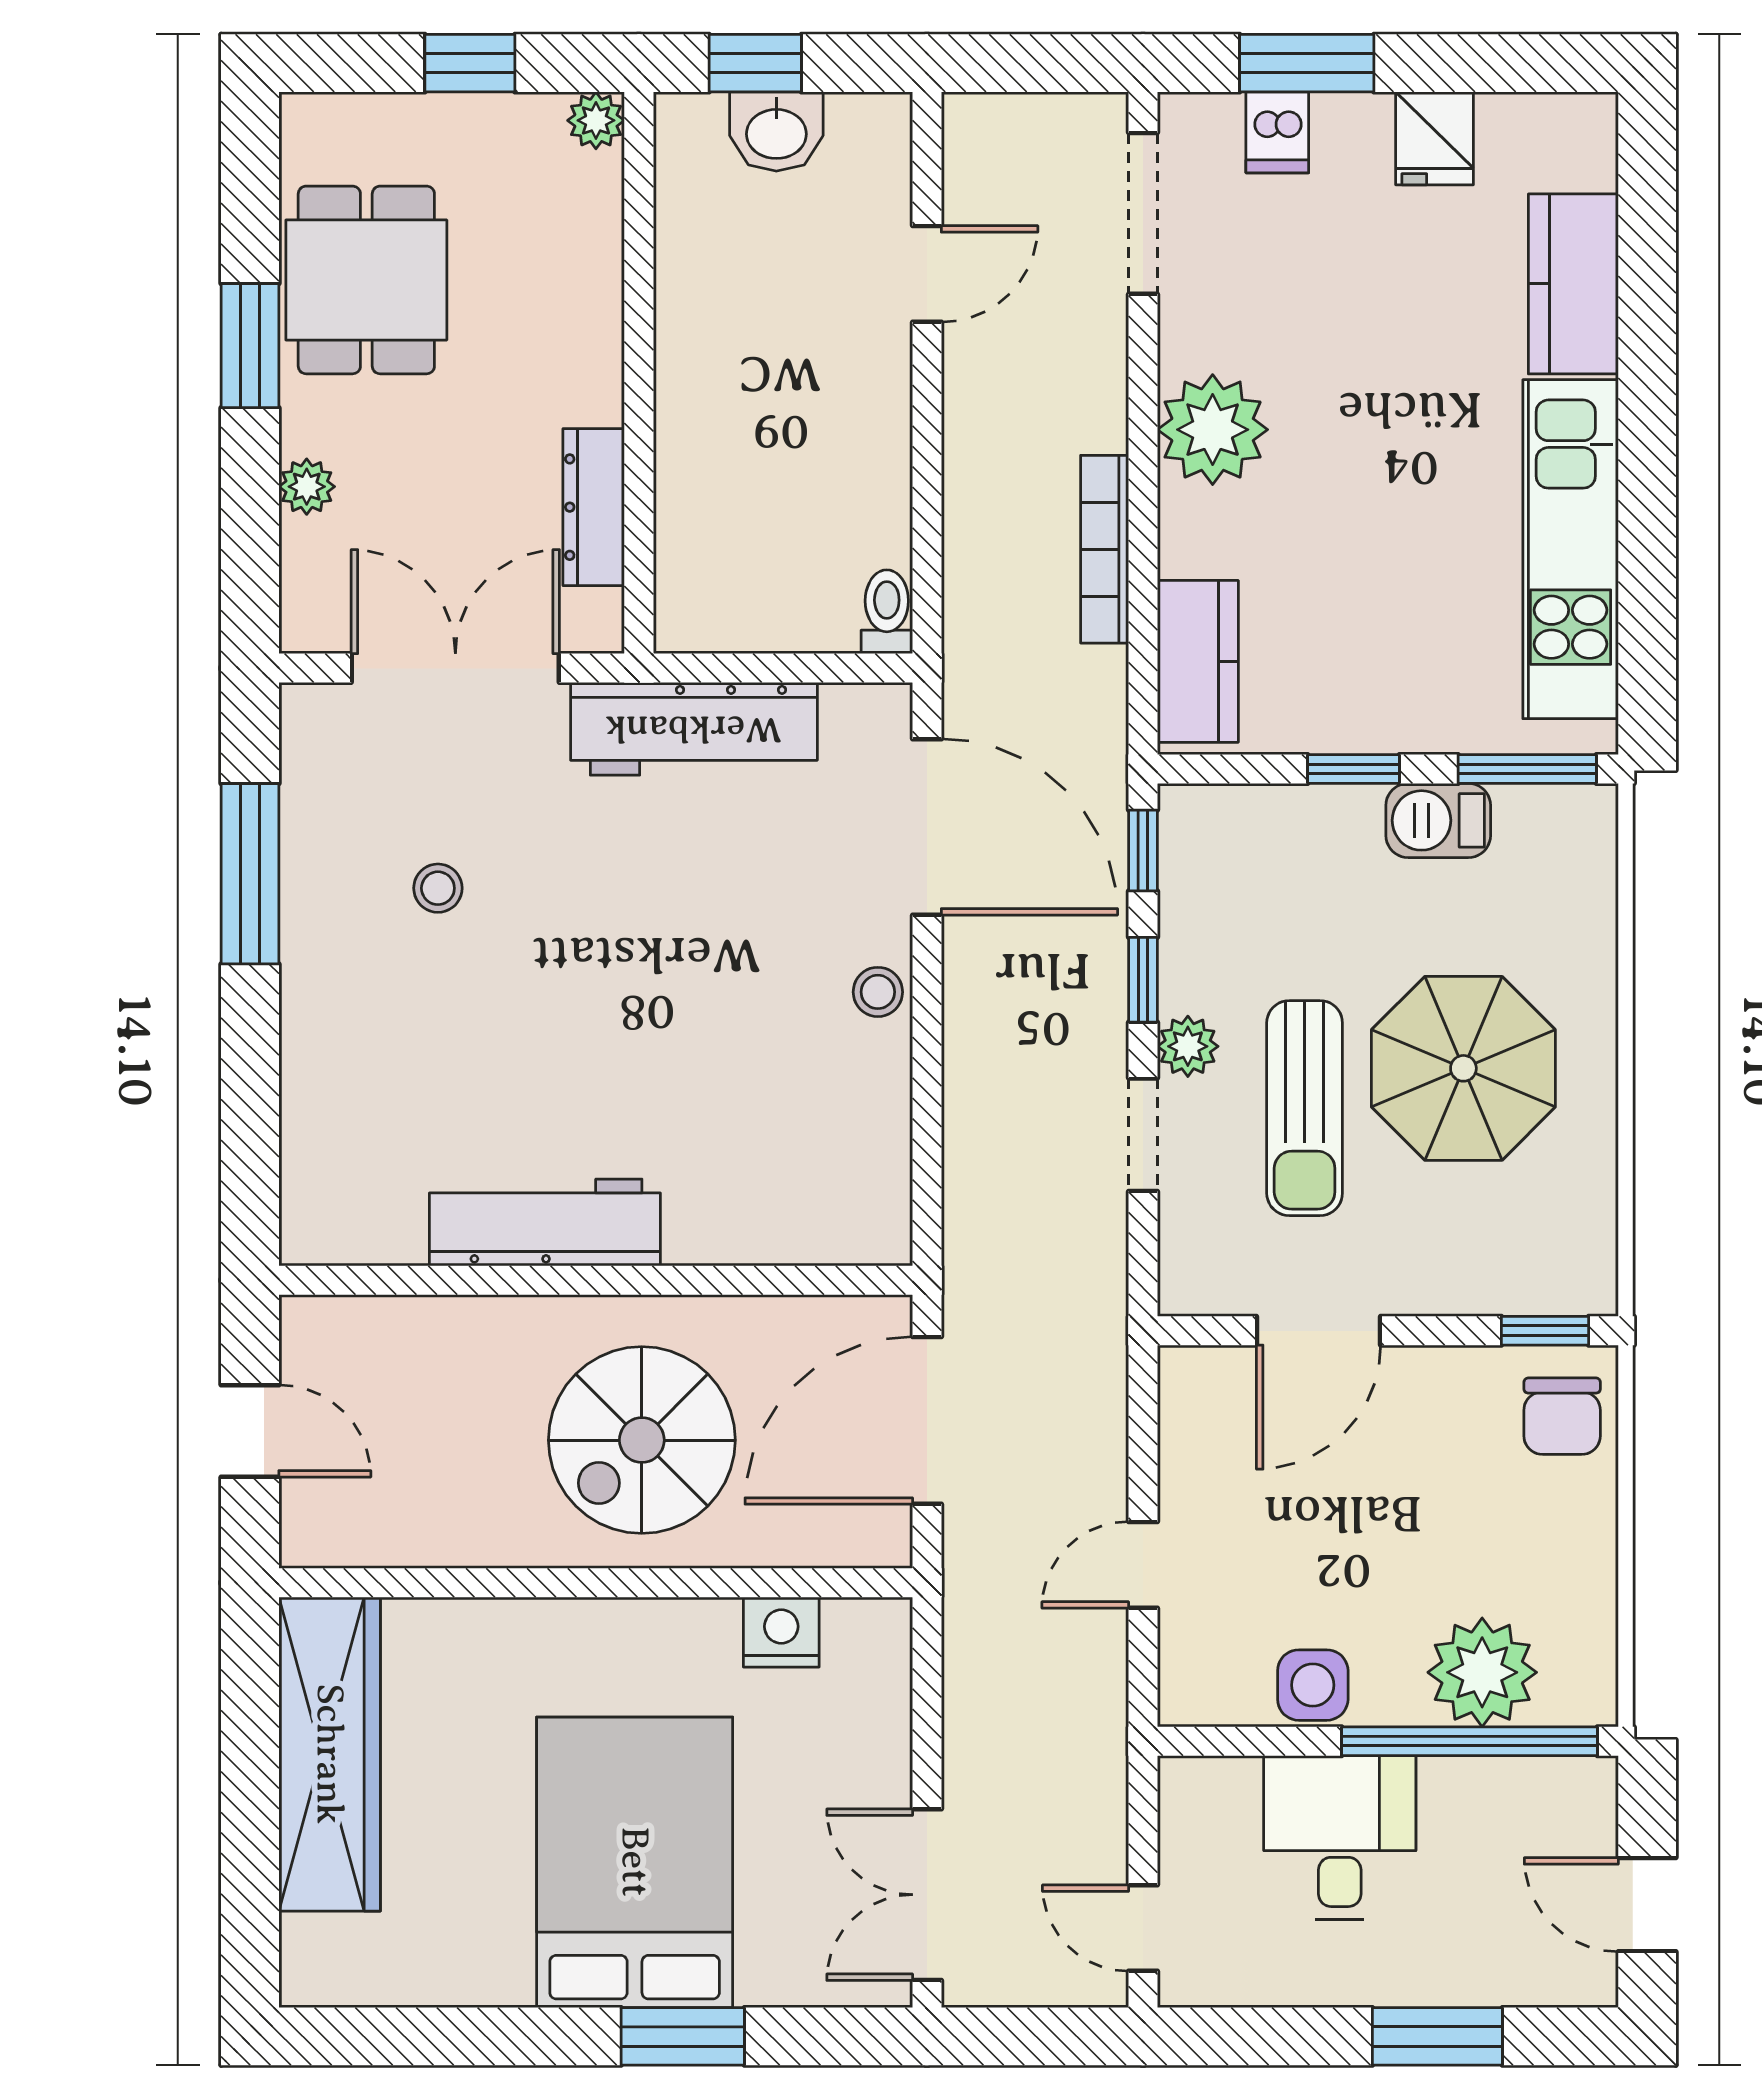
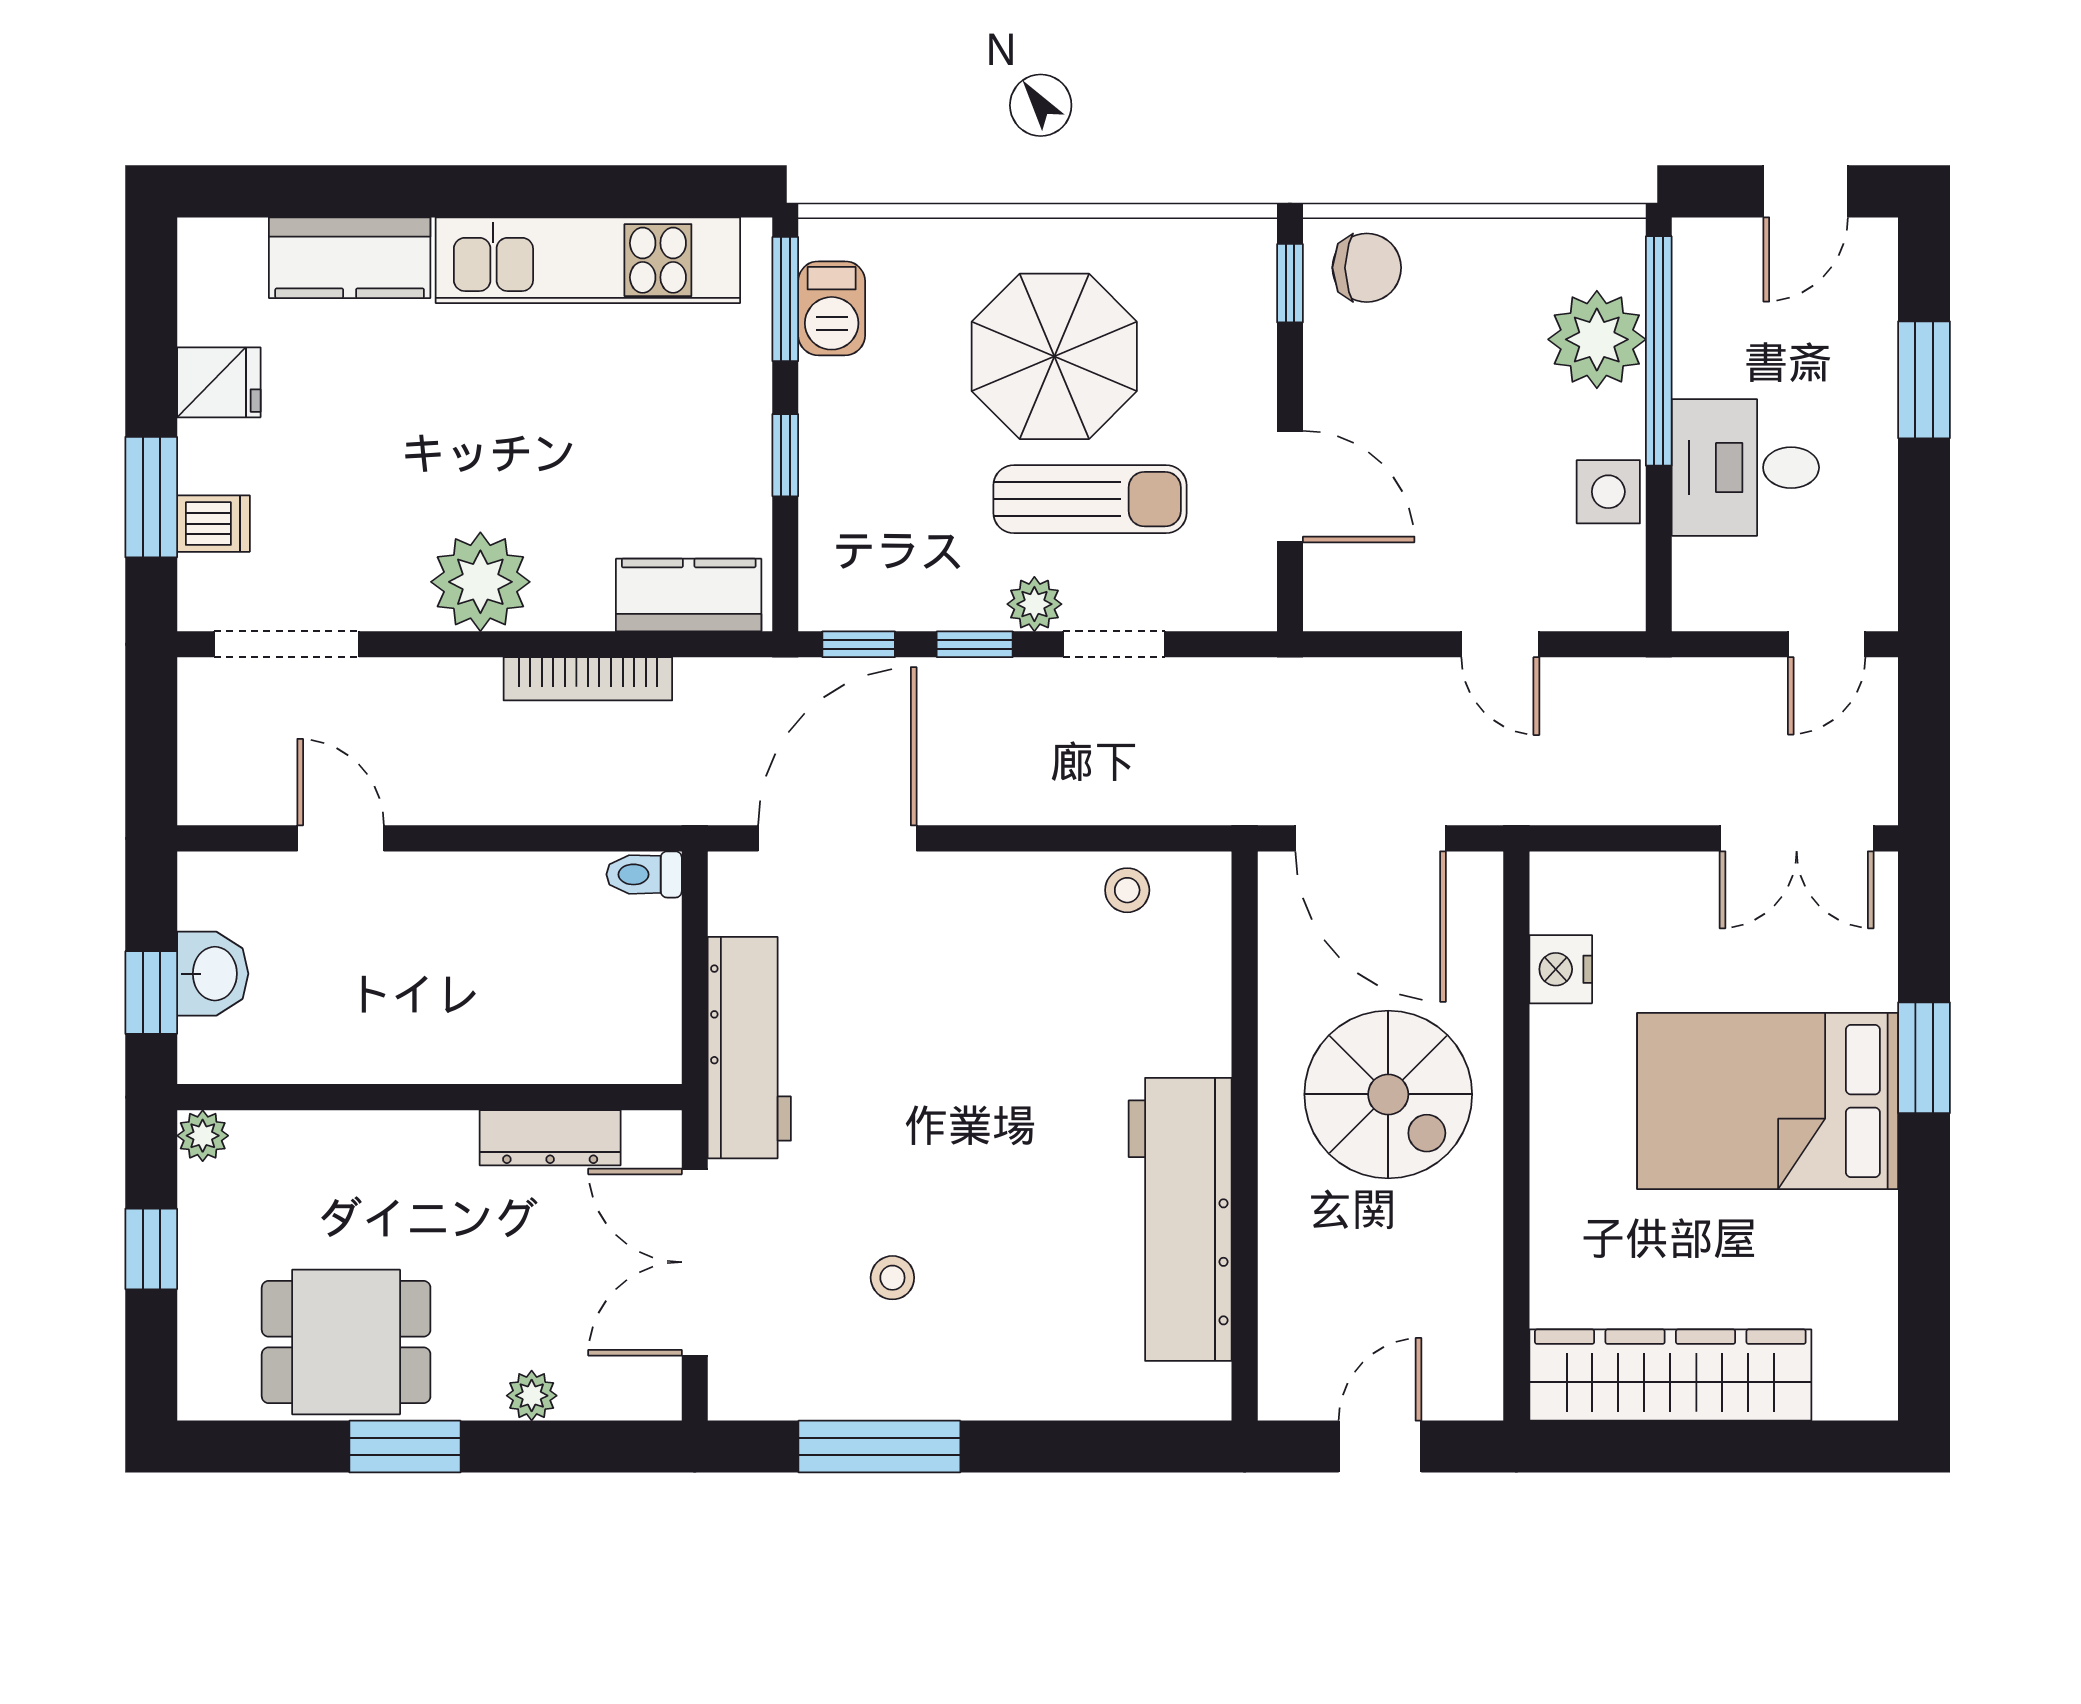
barbecue: (1438, 820) -> (832, 308), moved
stool: (878, 992) -> (1127, 890), moved
workbench: (545, 1222) -> (1180, 1219), width x1.36, depth x1.32

